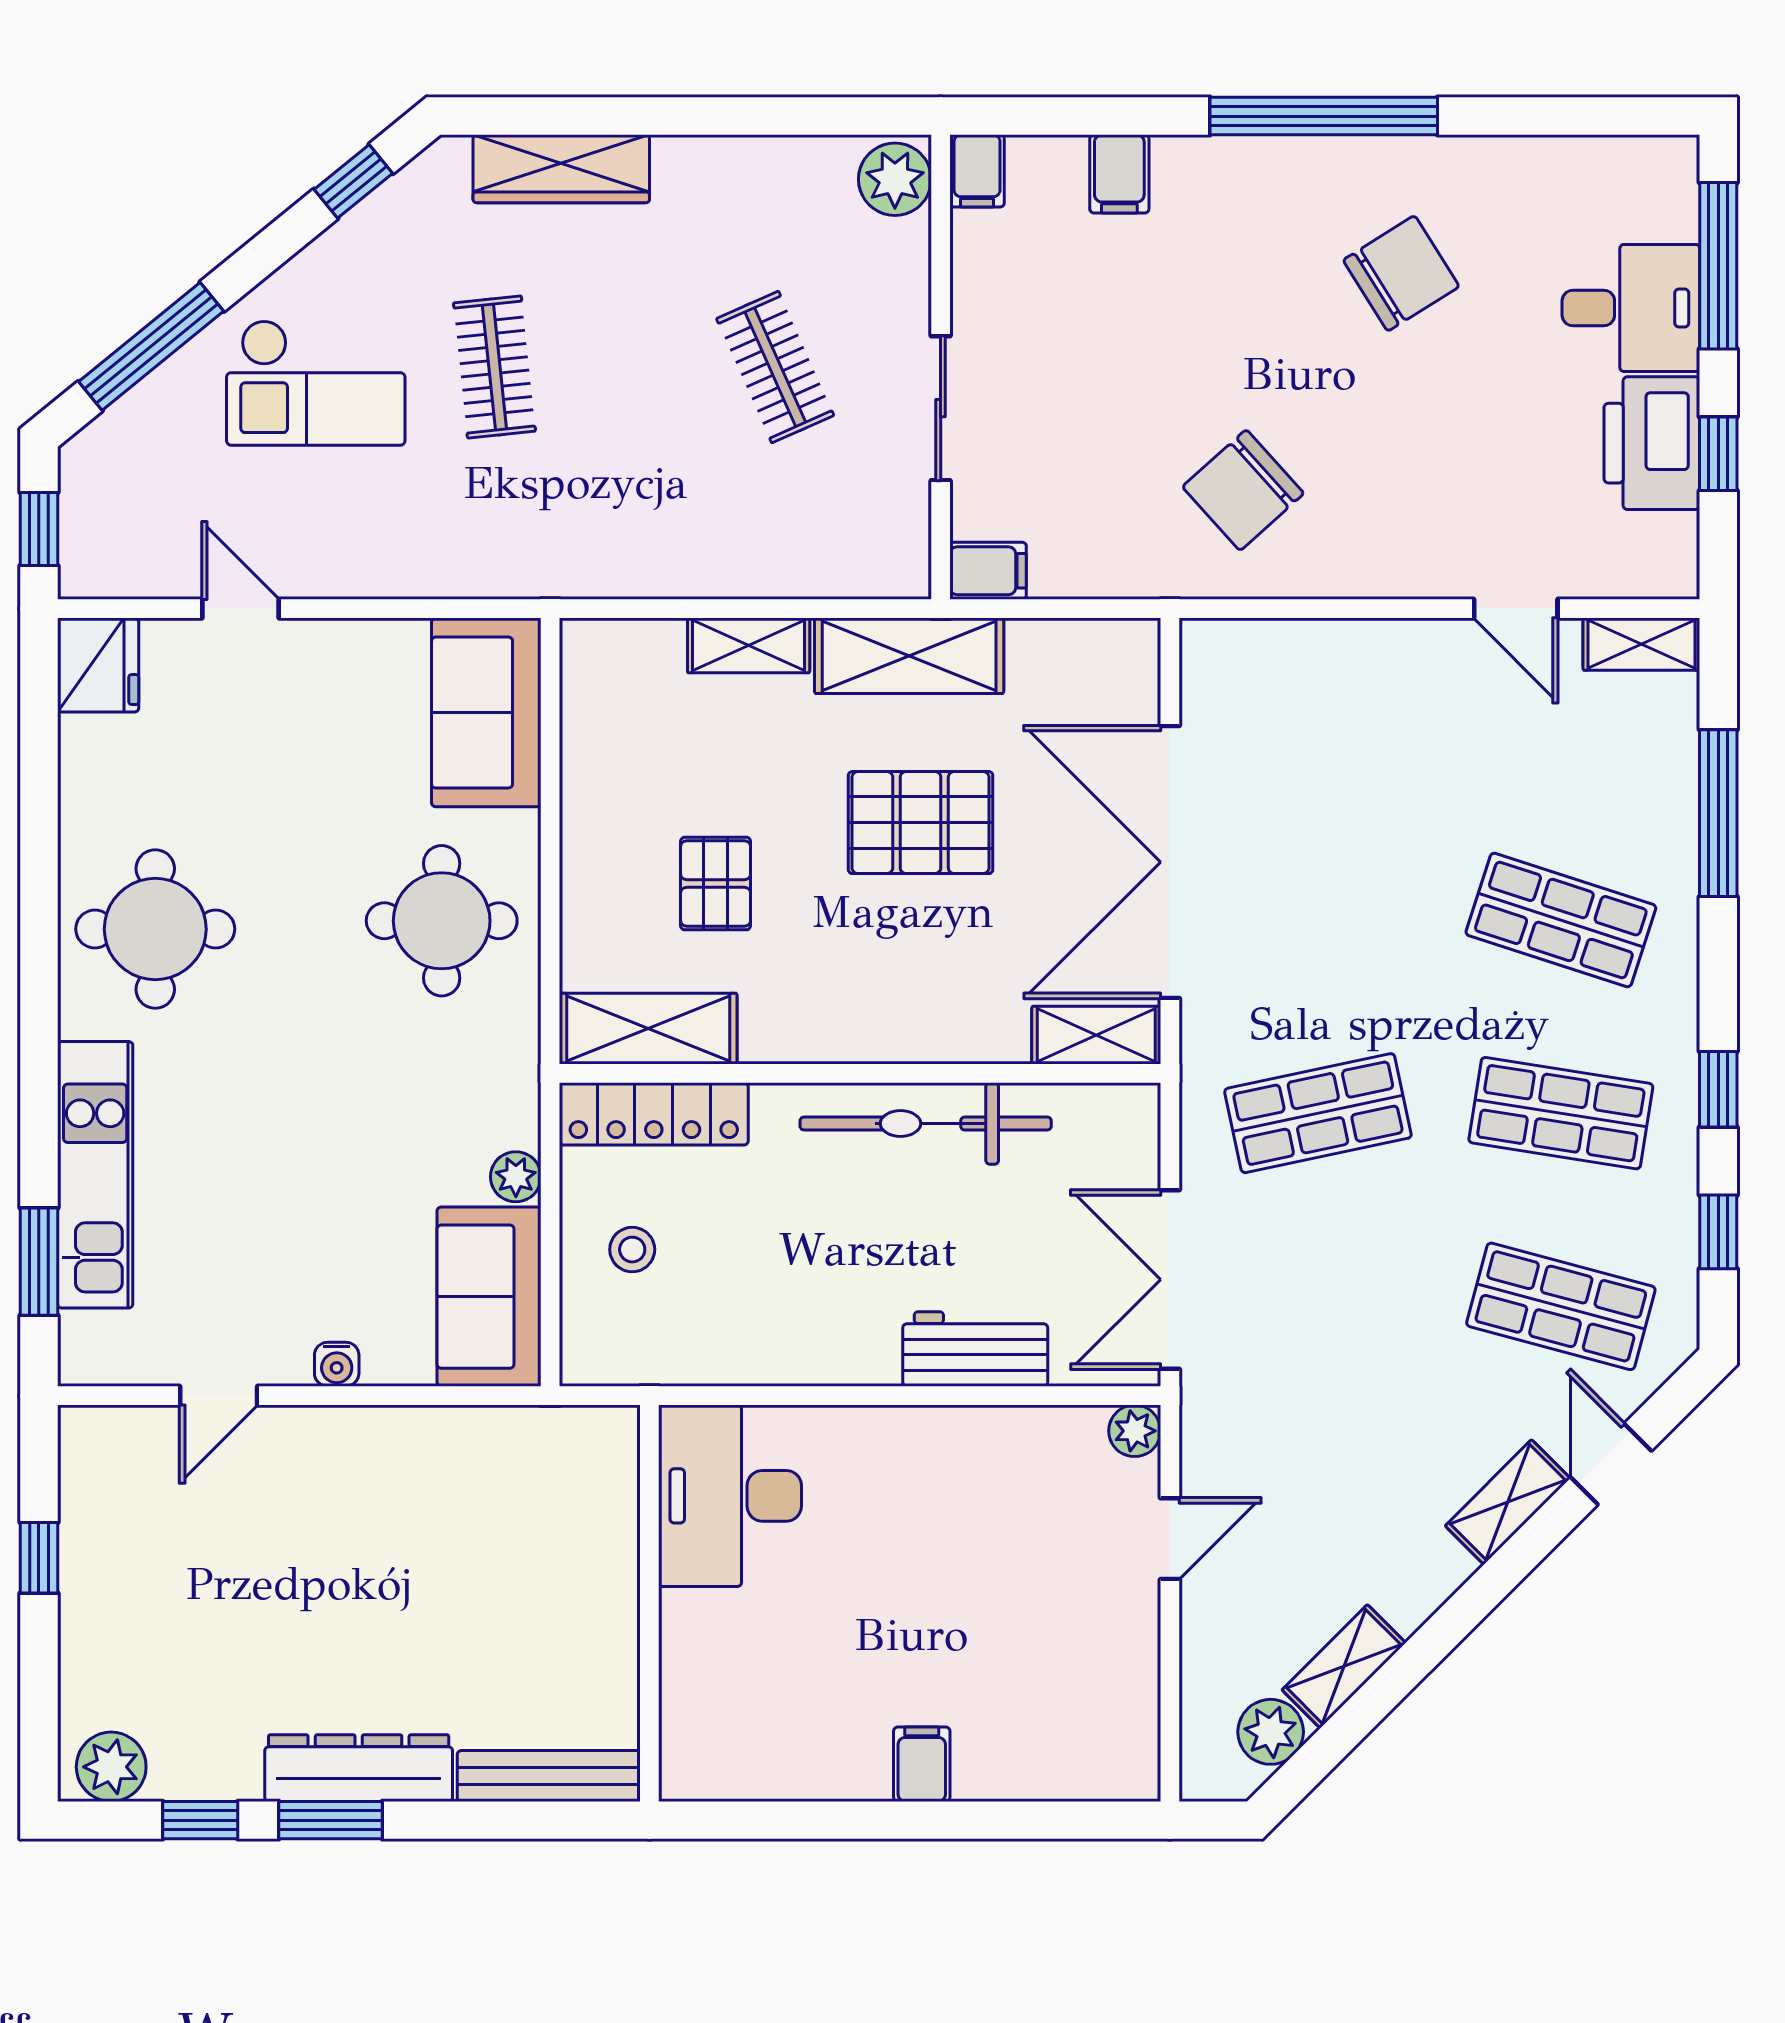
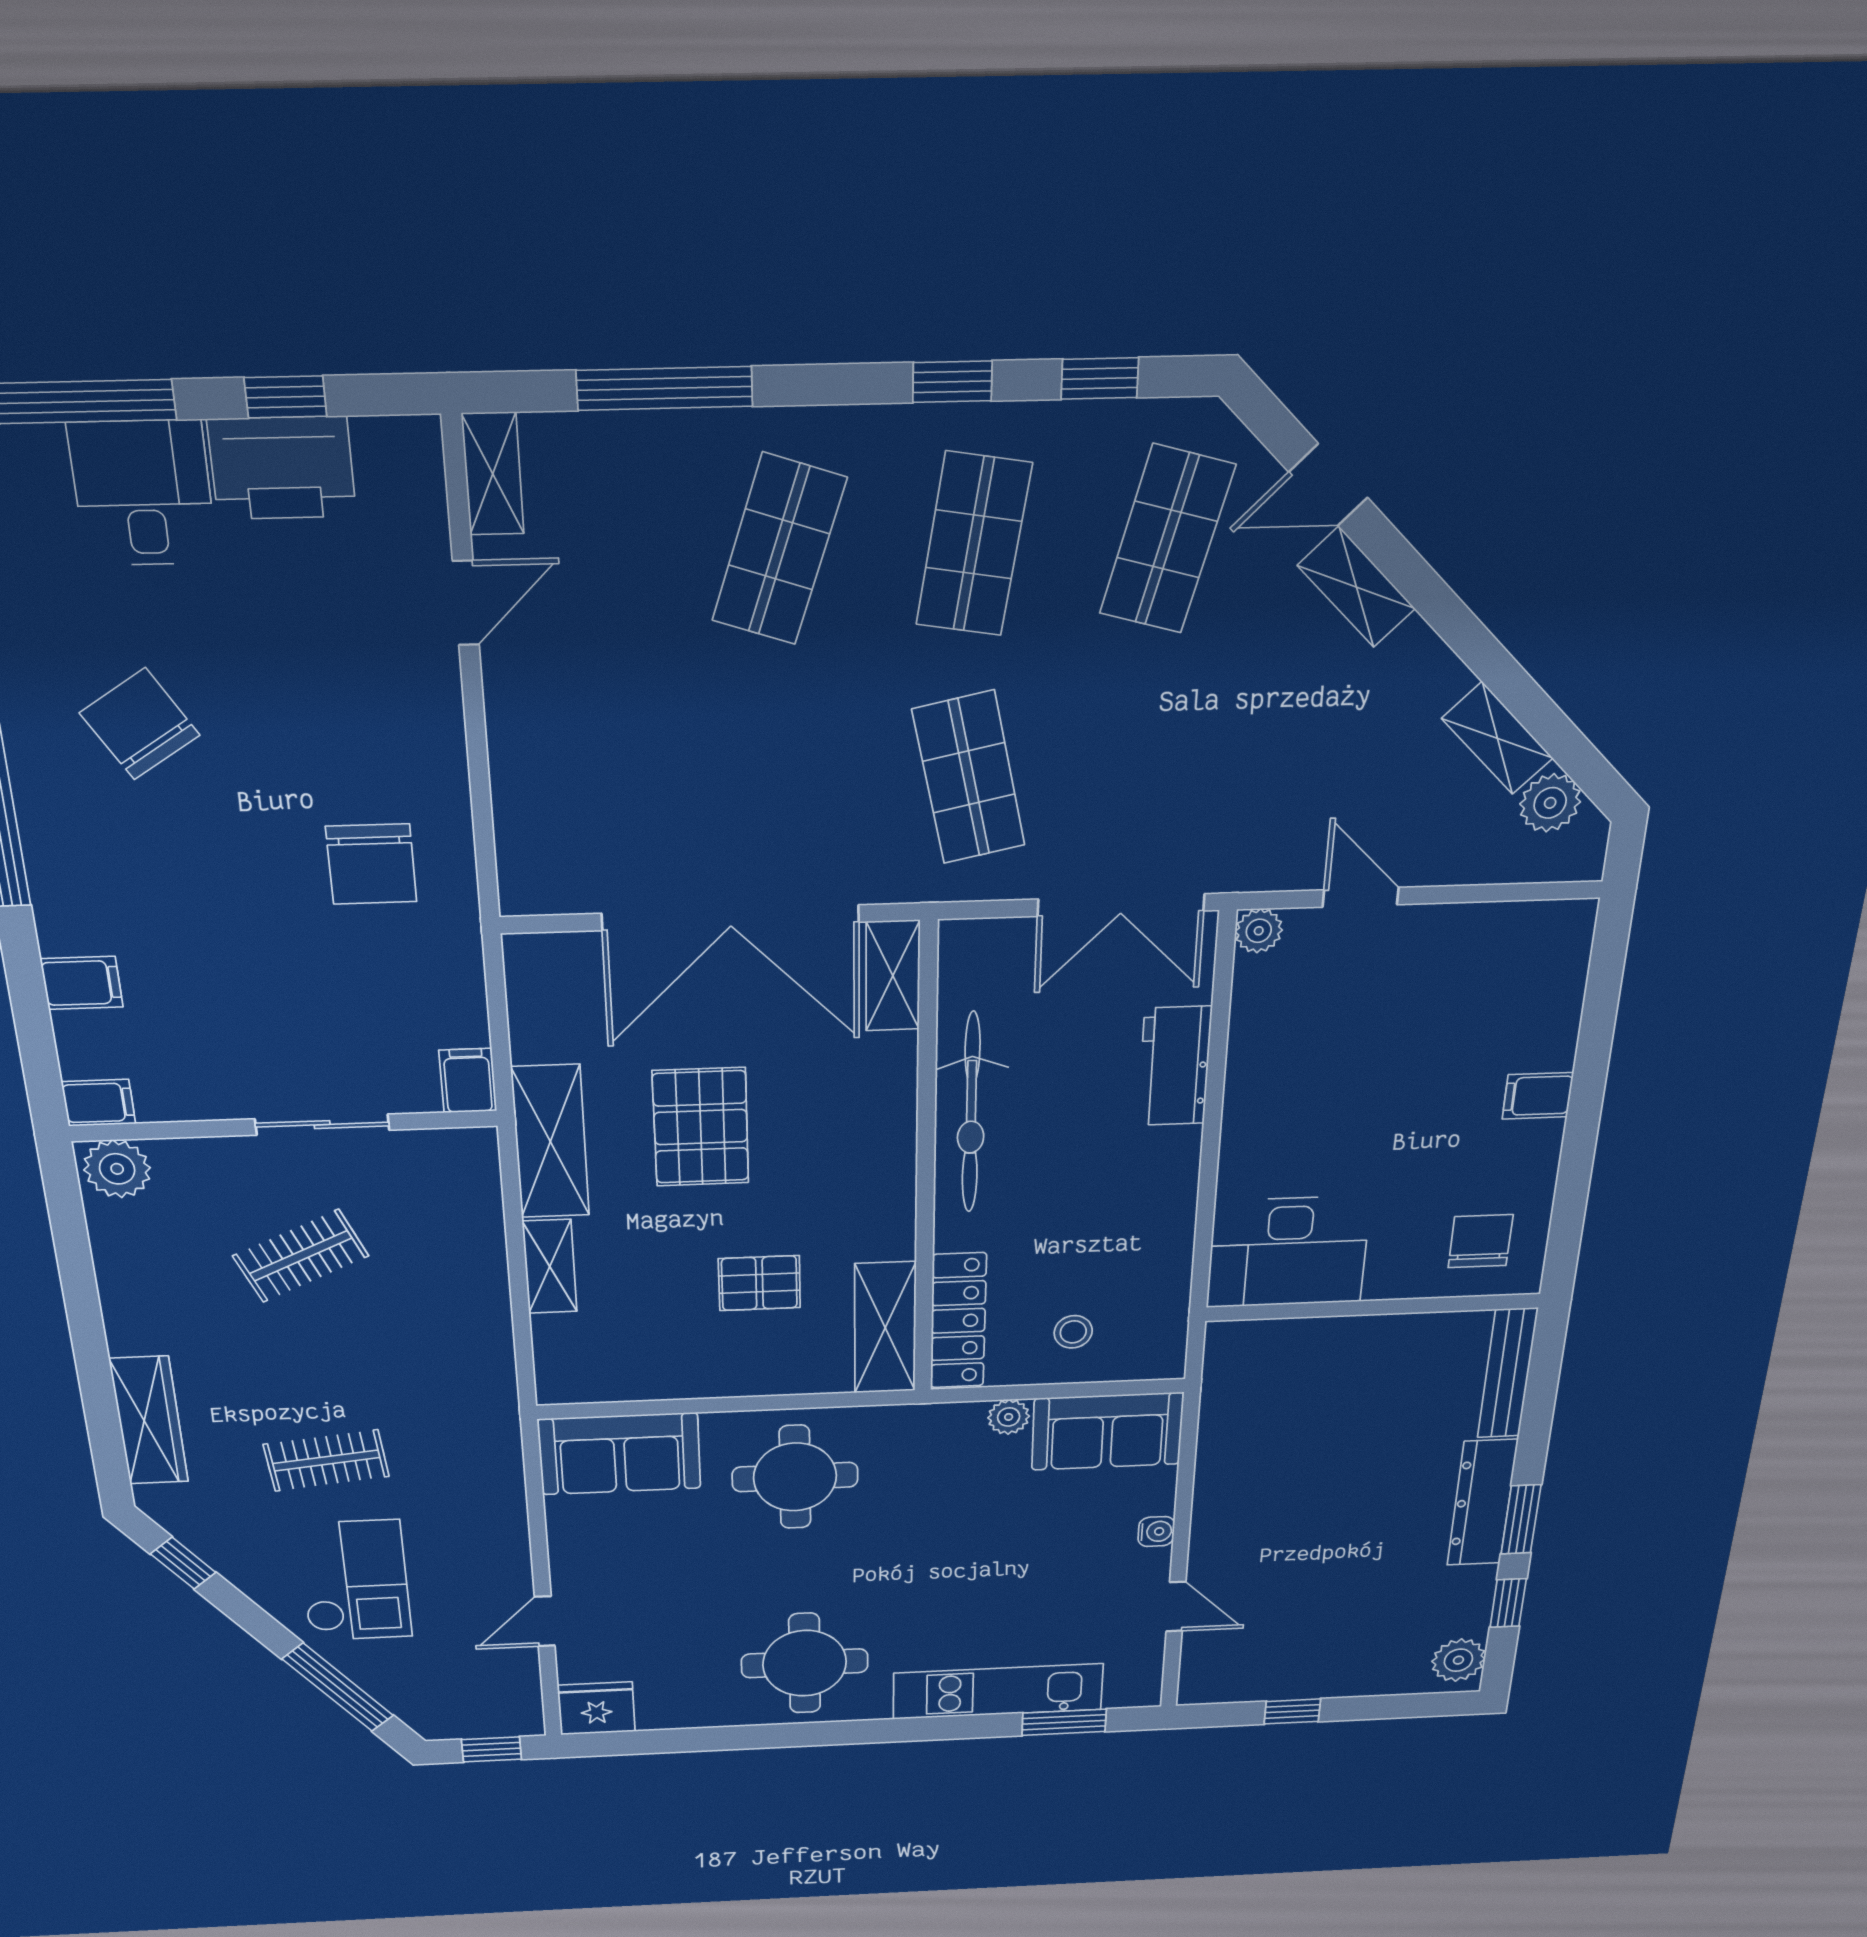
chair: (1243, 490) -> (371, 864), turned 42
chair: (734, 1721) -> (1481, 1241), added

